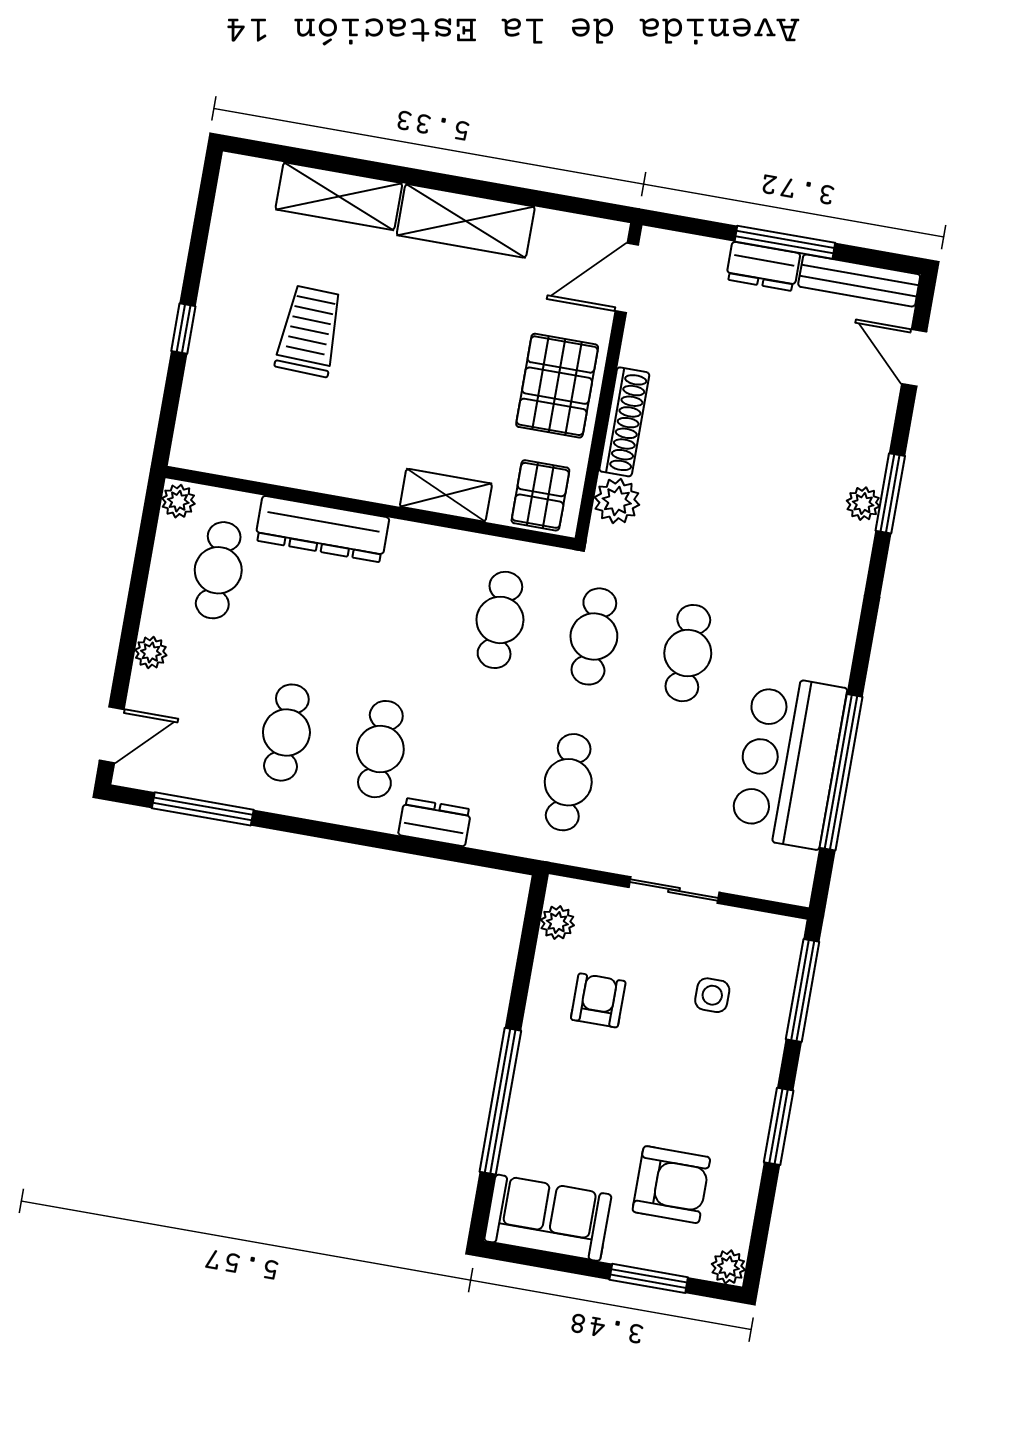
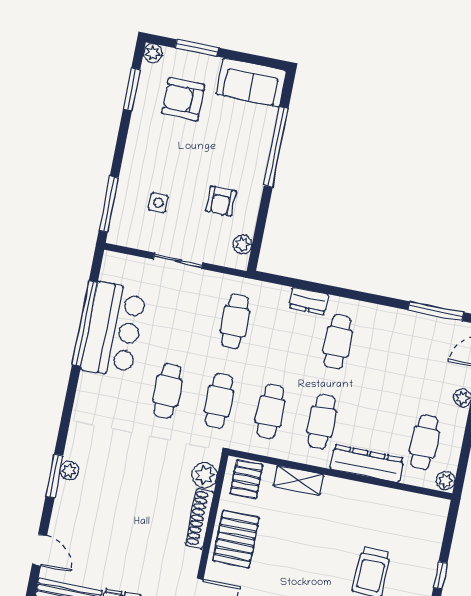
cafe table: (286, 733) -> (322, 422), moved
window: (779, 1126) -> (132, 89), moved

